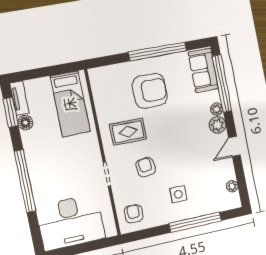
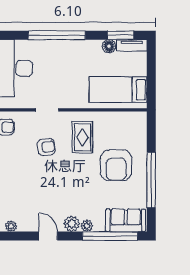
side table: (178, 194) -> (15, 173), removed

